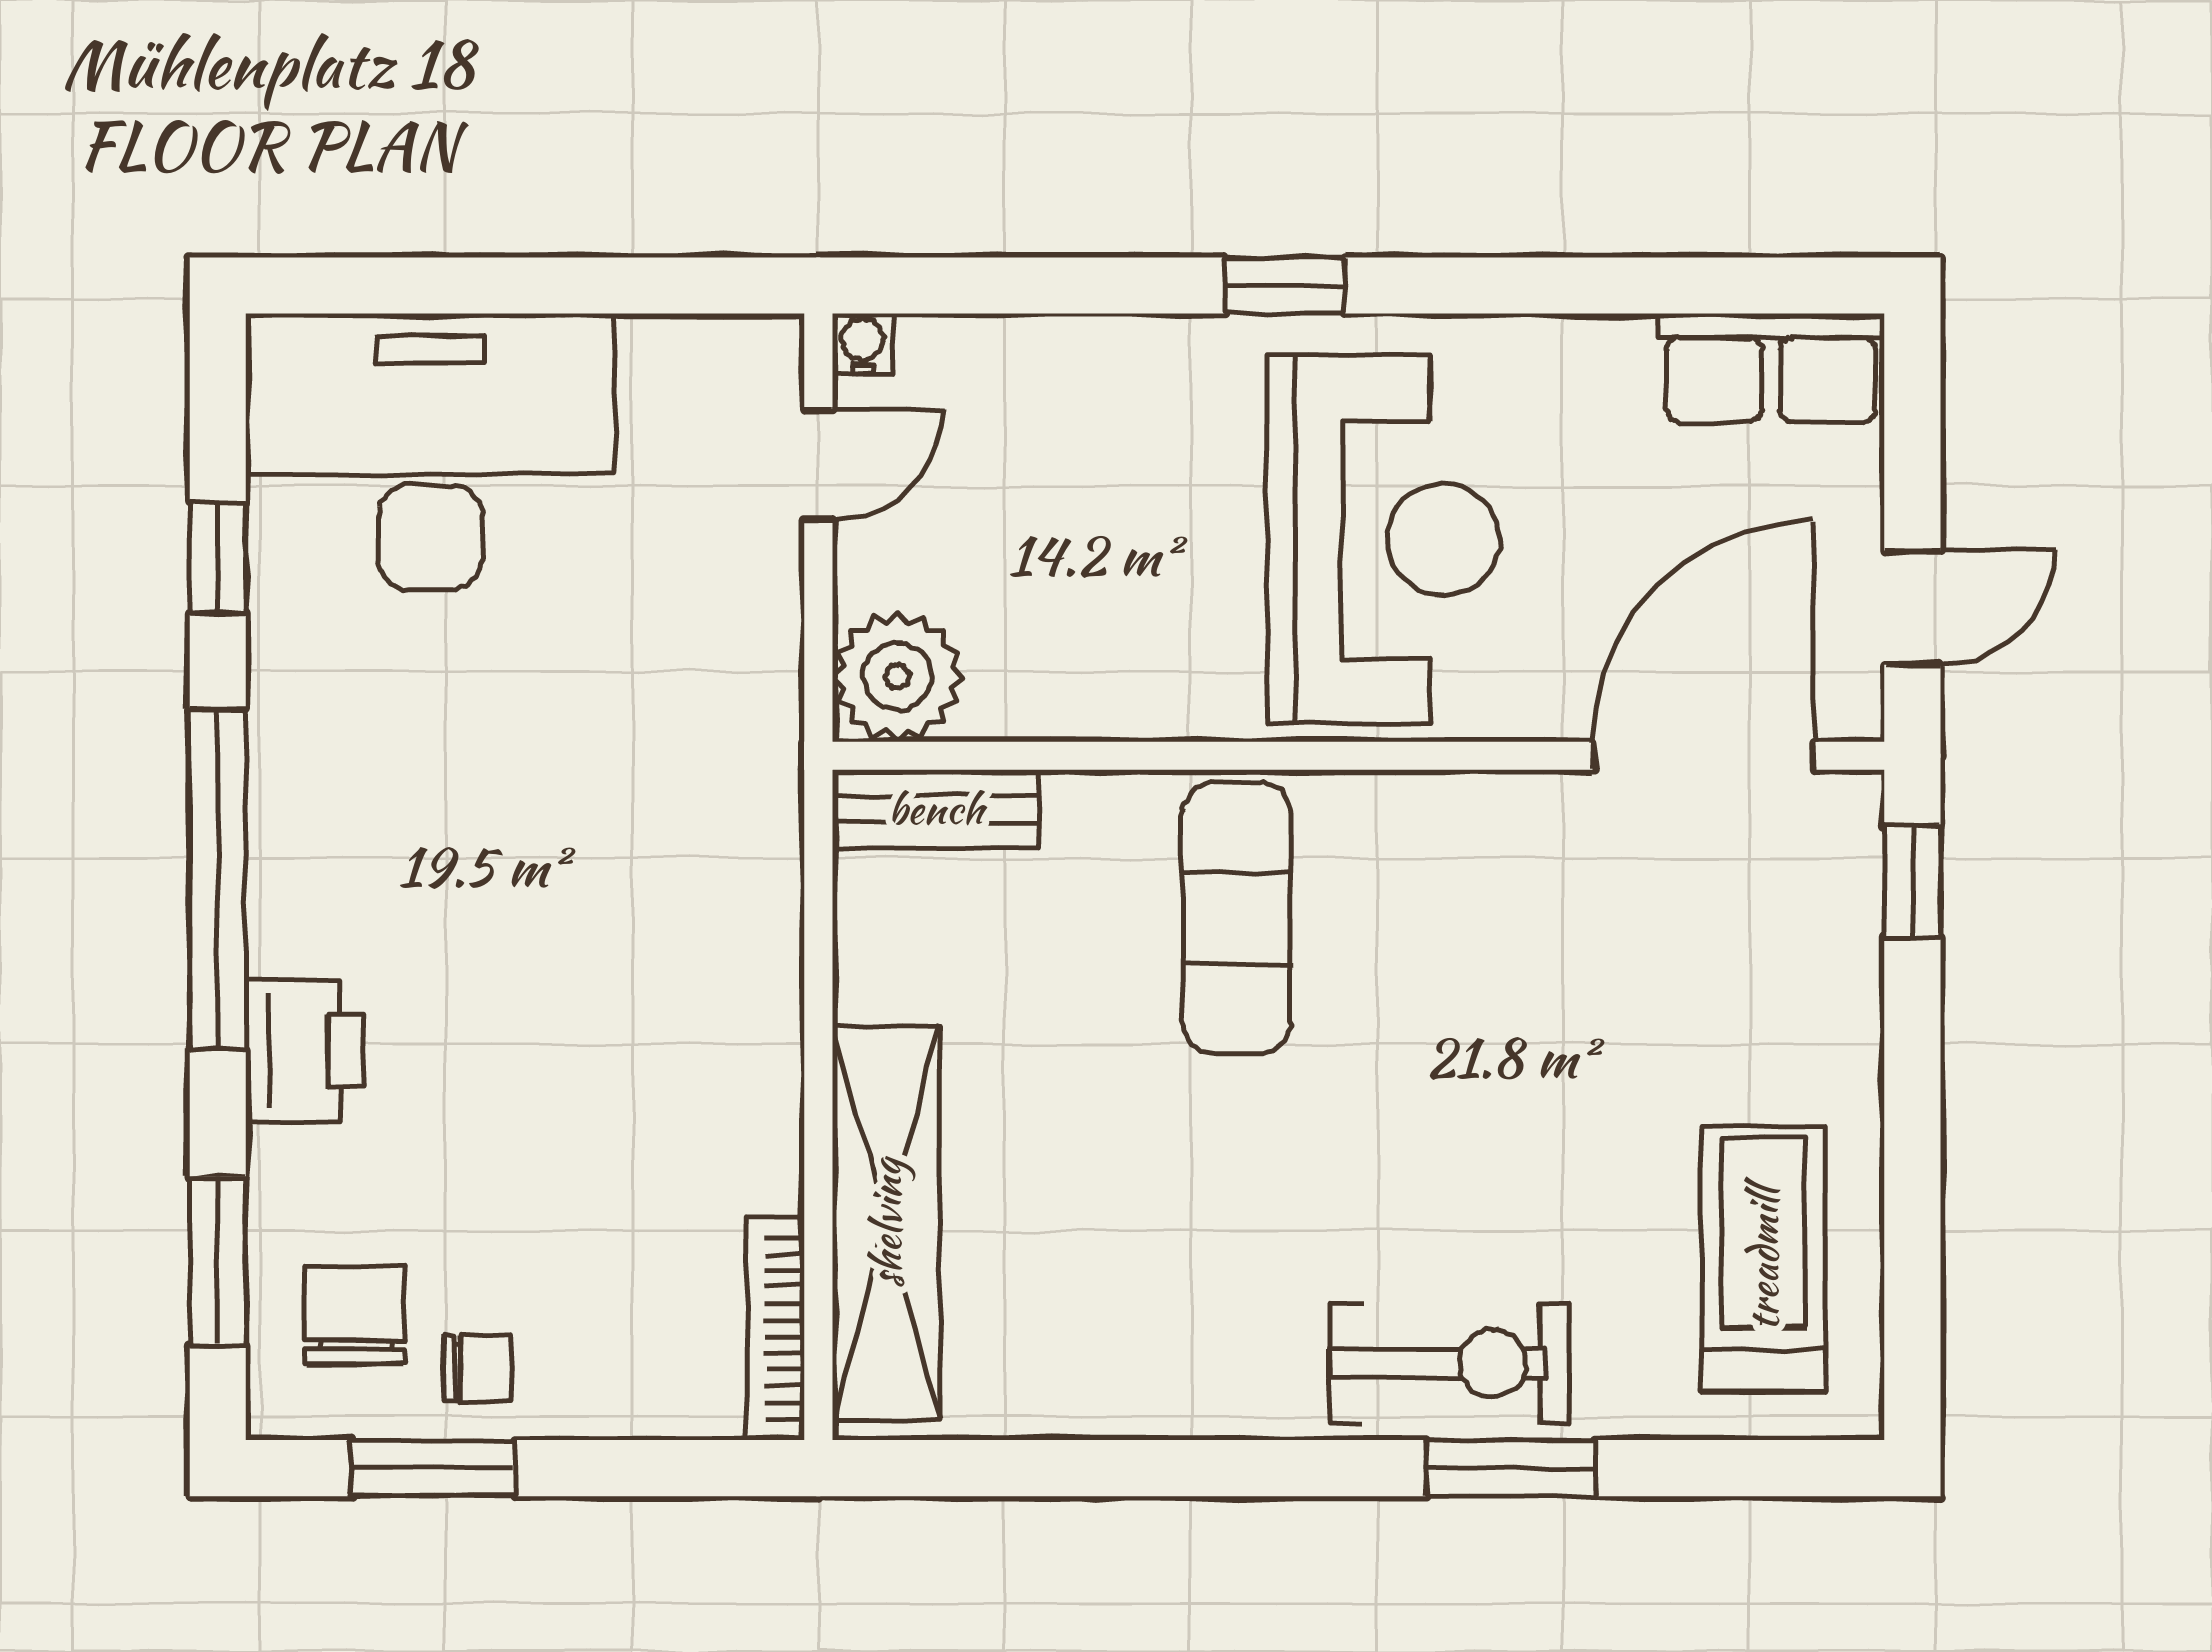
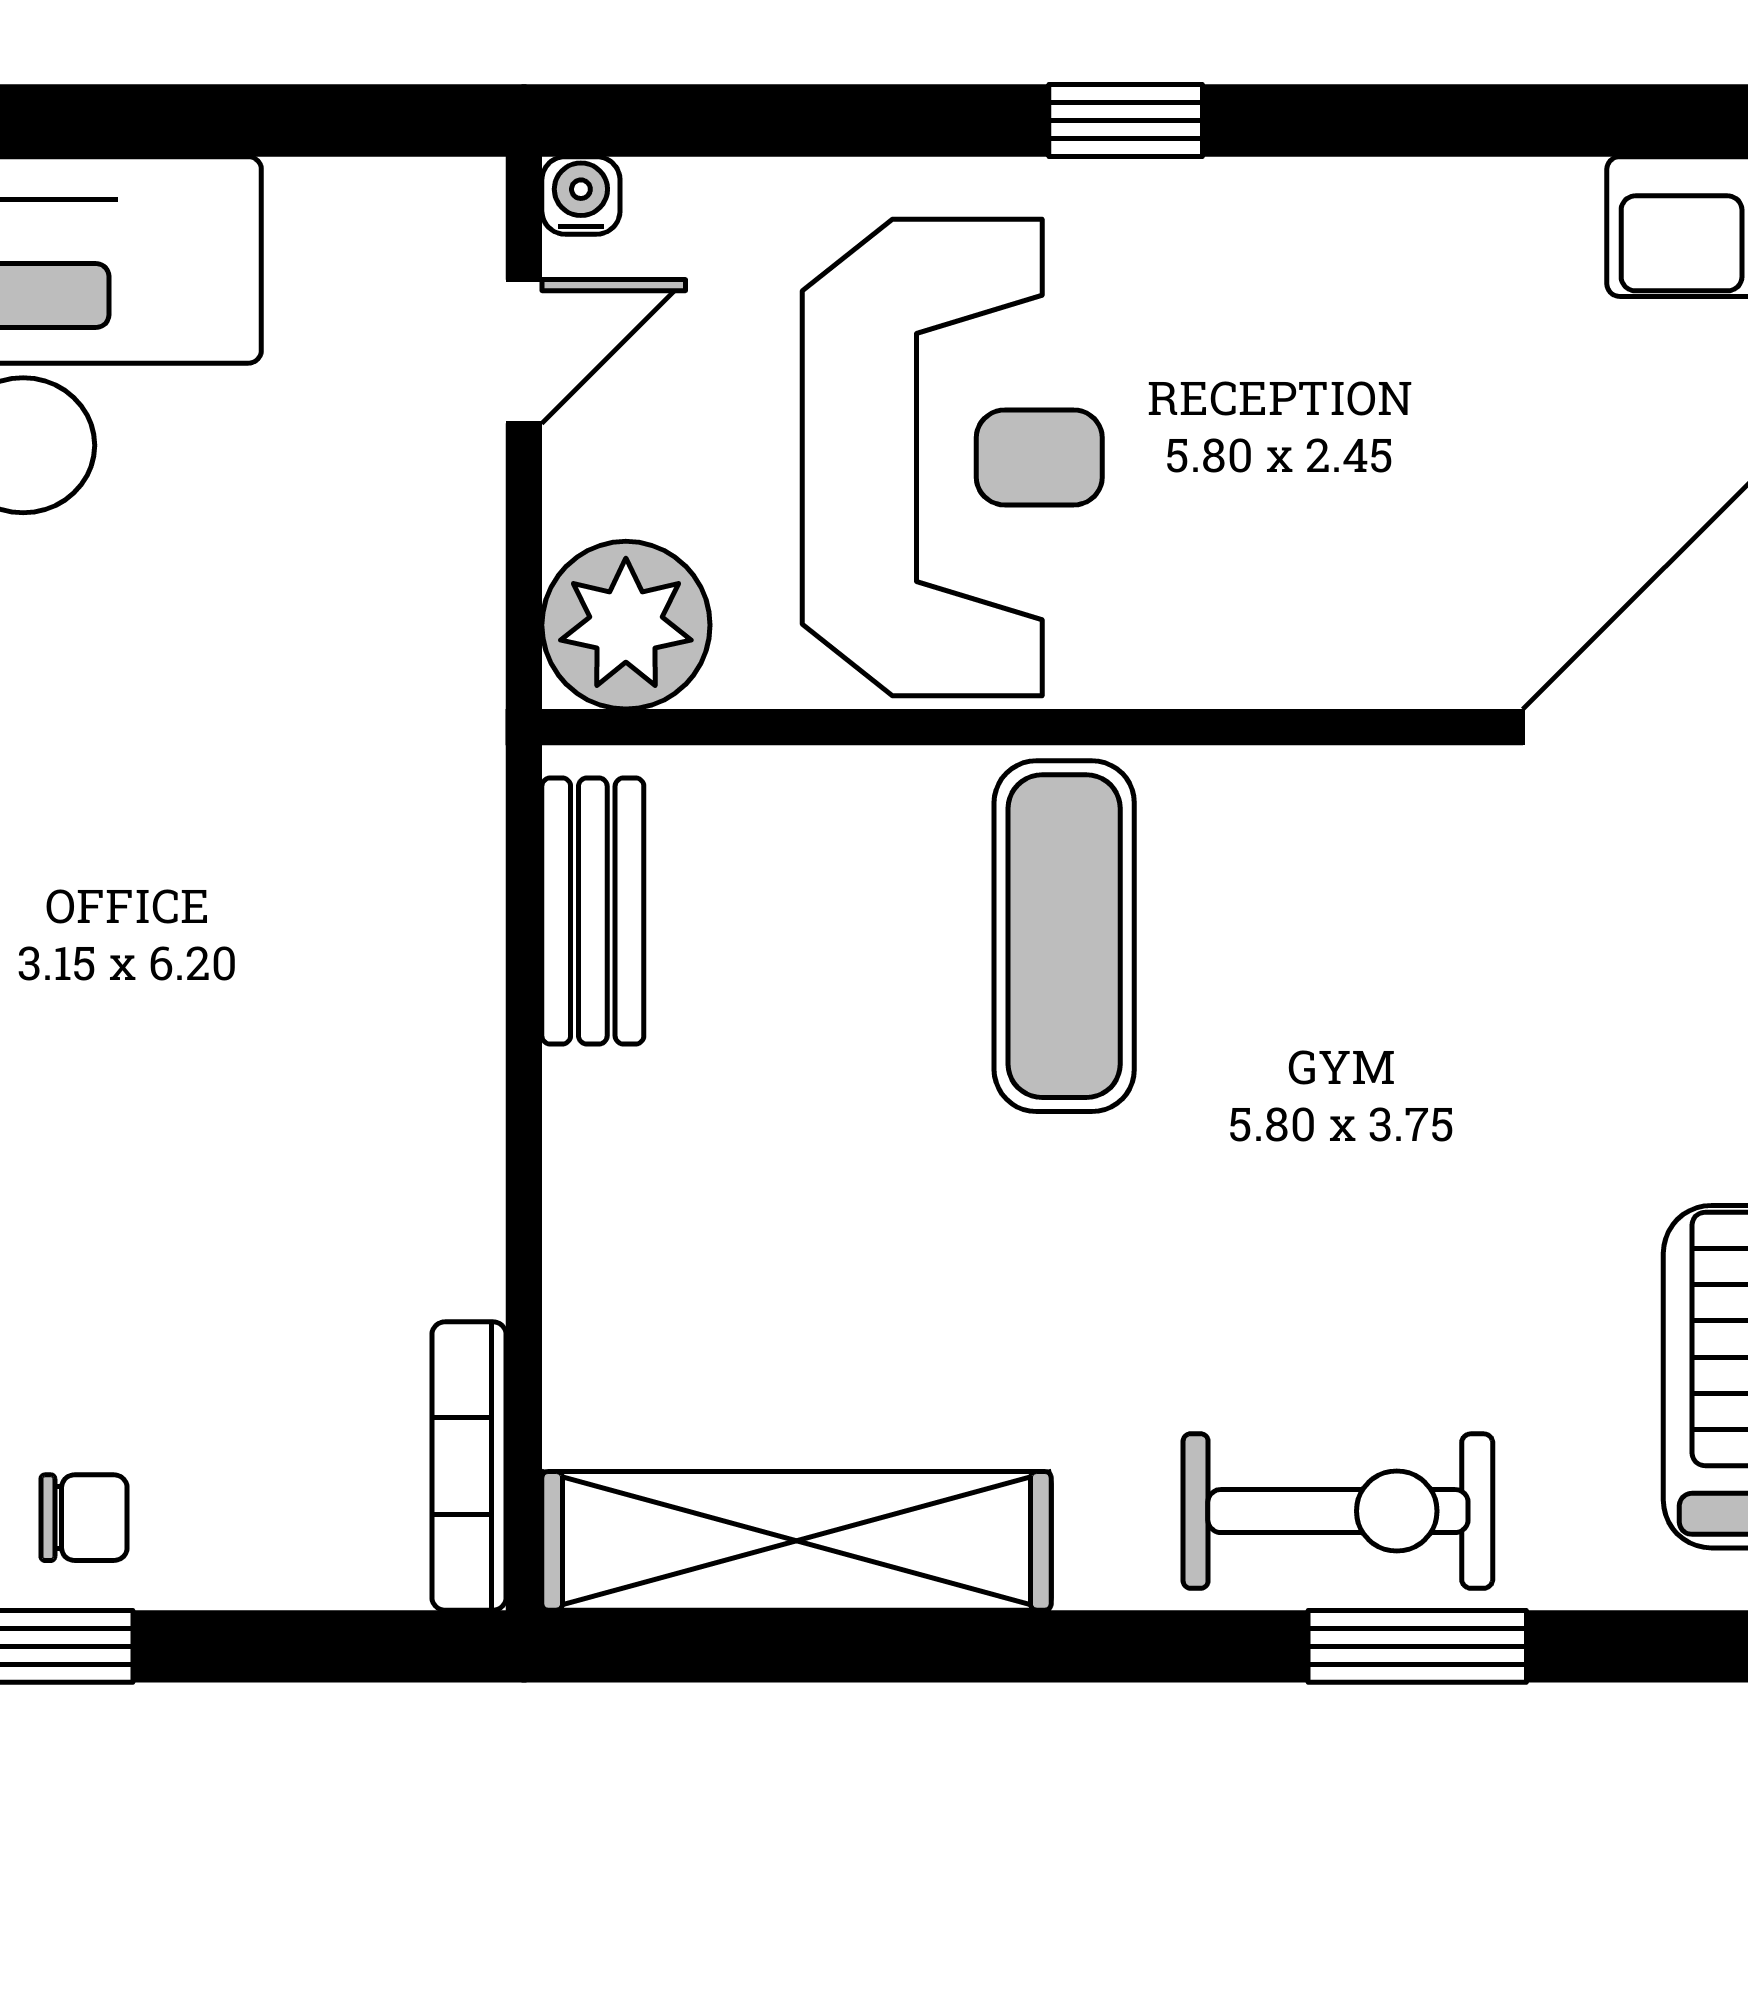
reception desk: (1383, 539) -> (952, 457), moved
bench: (936, 809) -> (593, 911), moved, turned 90
shelving: (886, 1223) -> (796, 1541), moved, turned 90

